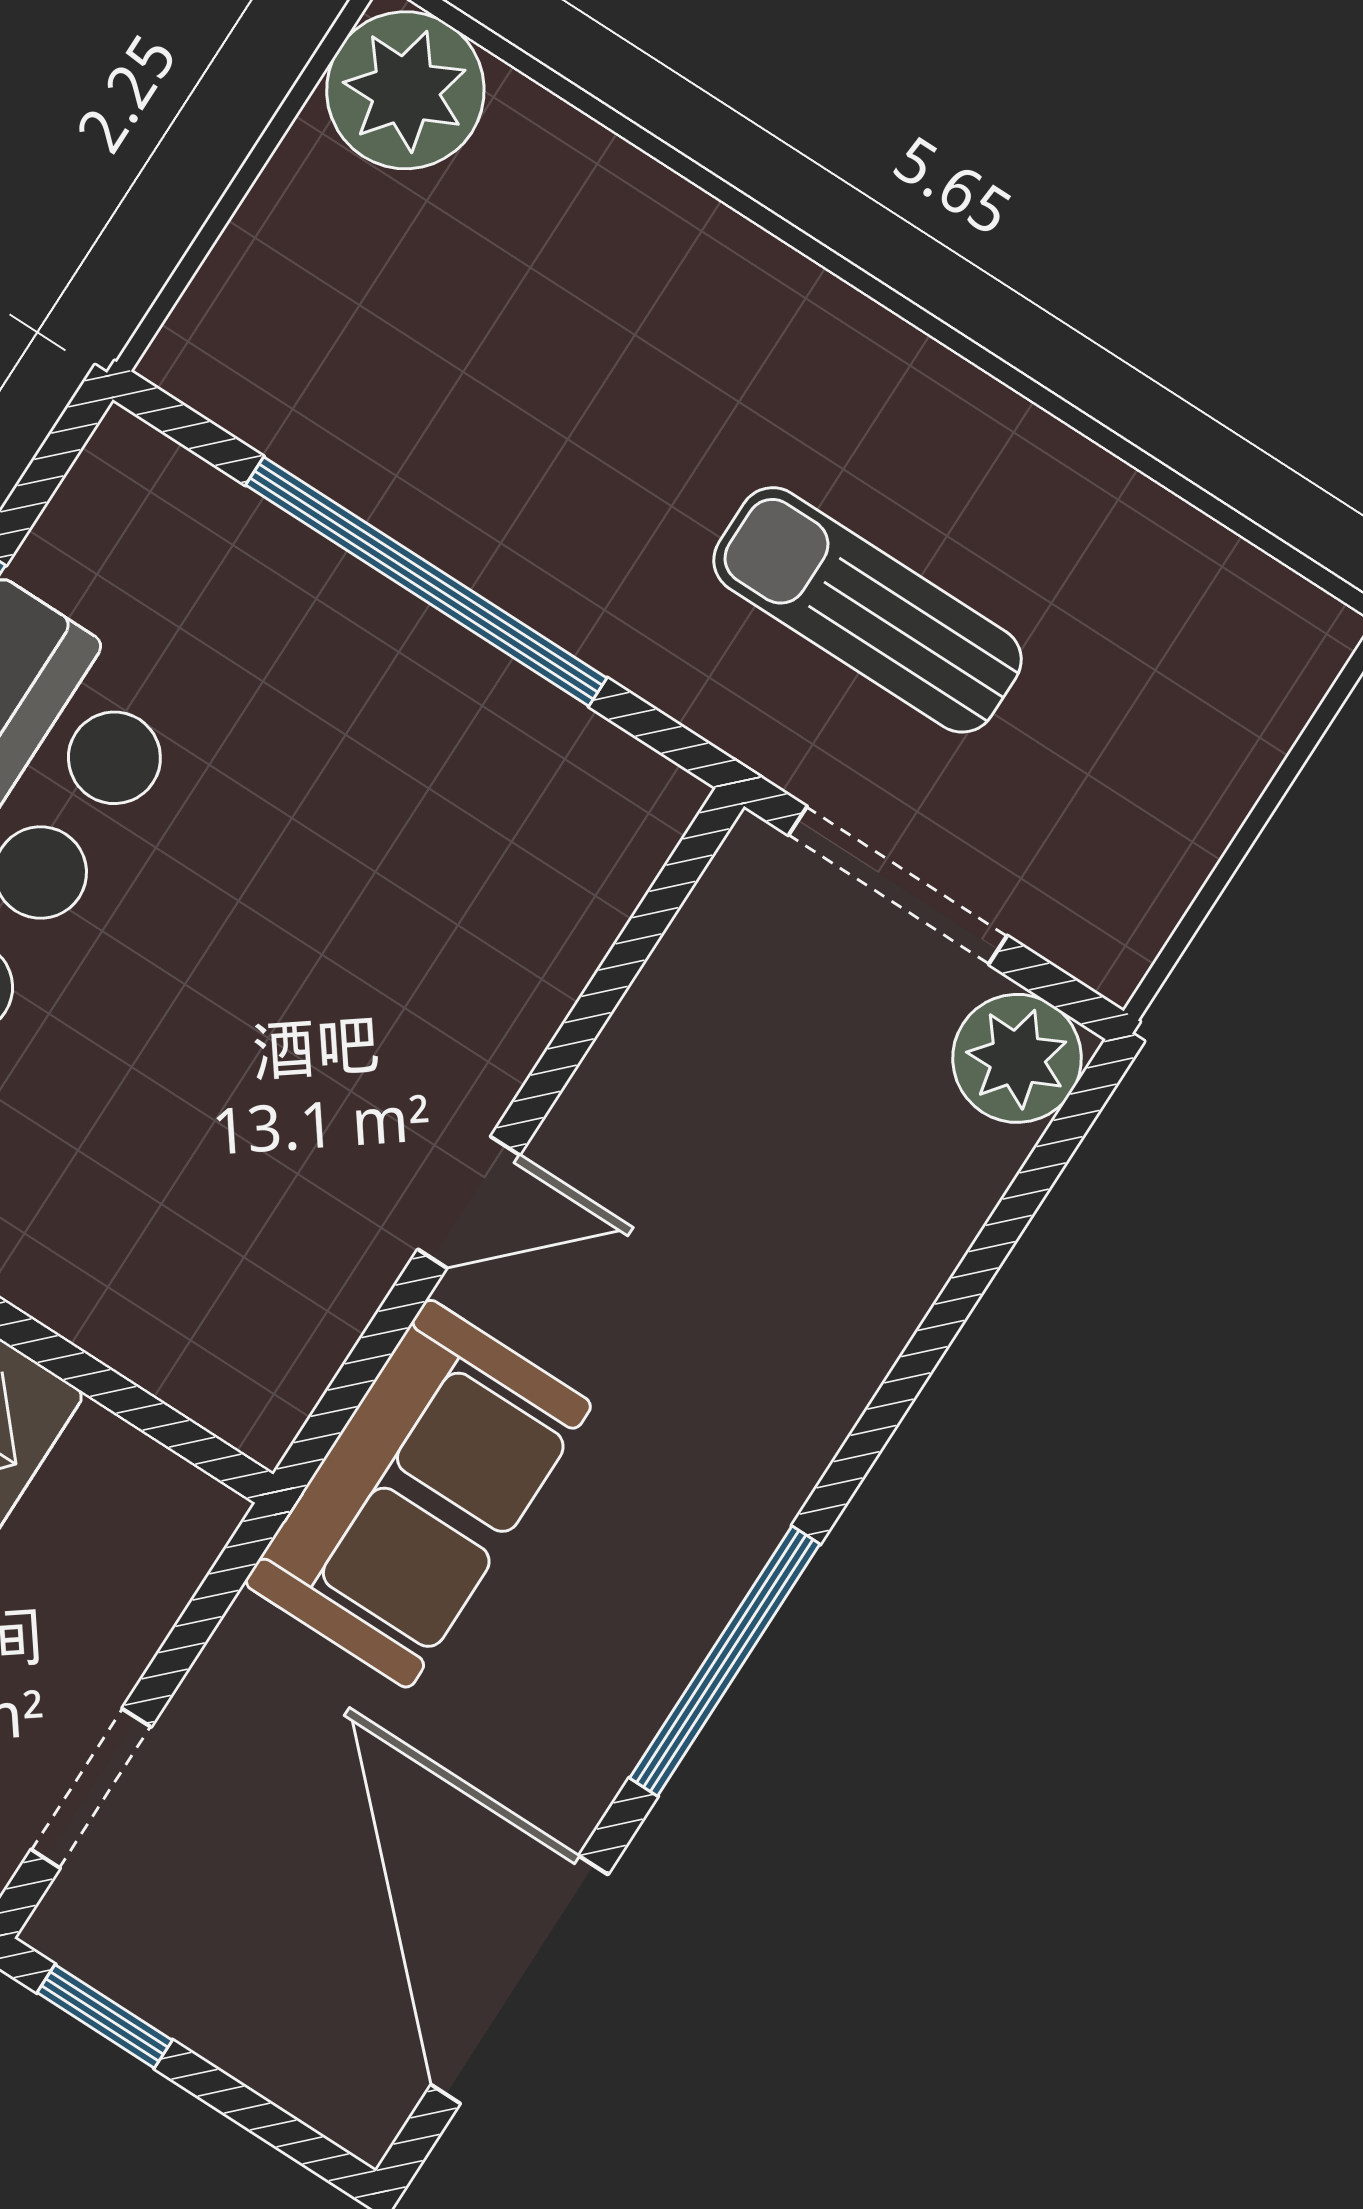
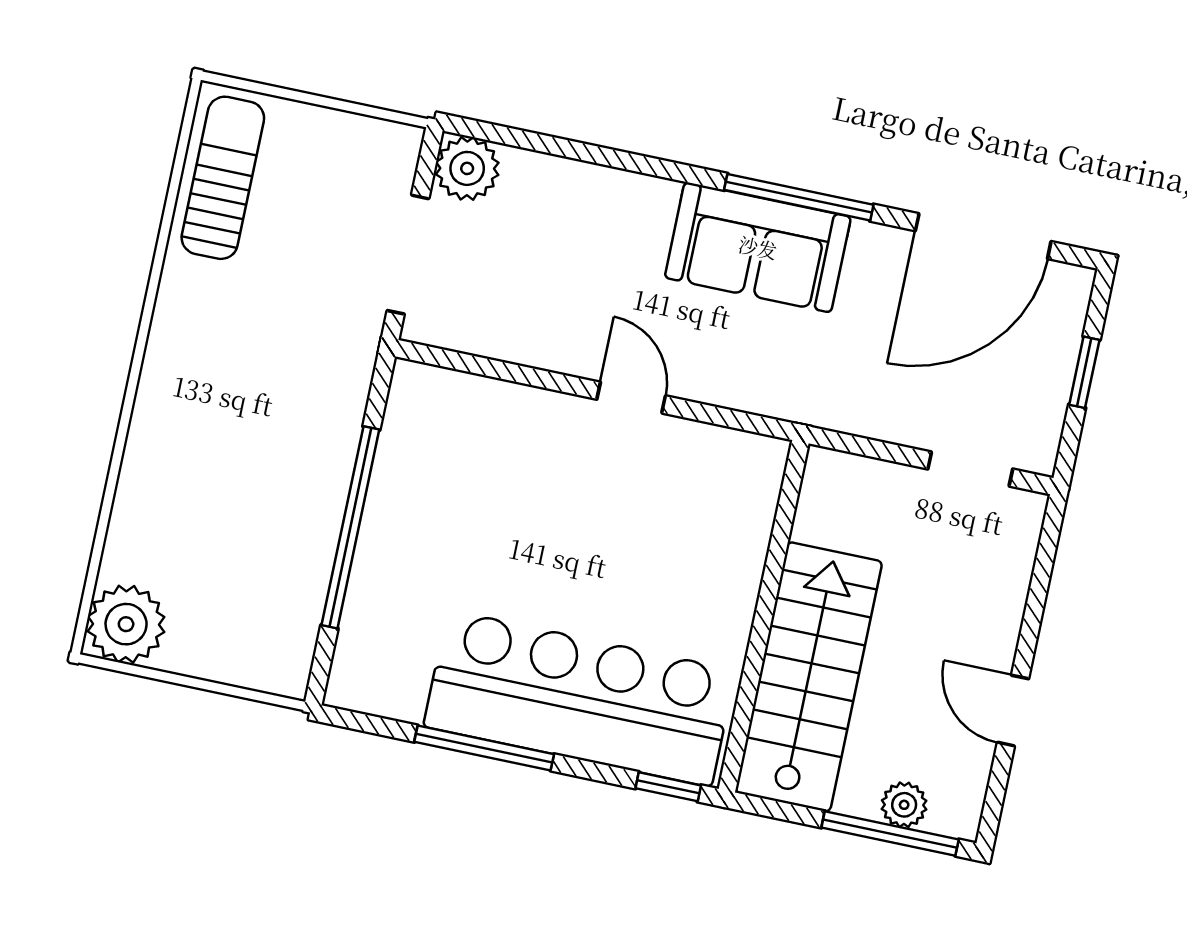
sun lounger: (867, 610) -> (223, 178), moved, turned 180
sofa: (418, 1494) -> (758, 247), moved, turned 180
window: (105, 2016) -> (1084, 372), moved

